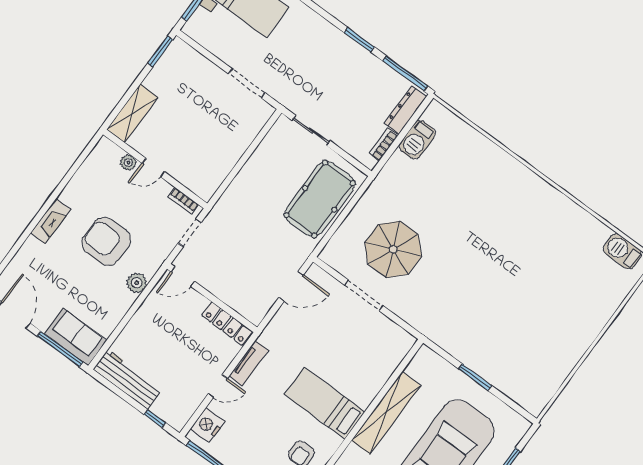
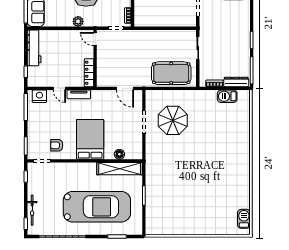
floor lamp: (385, 368) -> (119, 154), added
bed: (325, 403) -> (90, 139), width x1.50
shelving: (386, 413) -> (120, 169), moved

